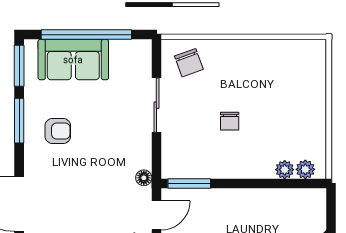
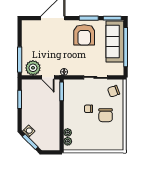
sofa: (73, 60) -> (115, 41), width x1.36
chair: (245, 81) -> (106, 115), added
armchair: (58, 131) -> (84, 35), width x1.88, depth x1.88

